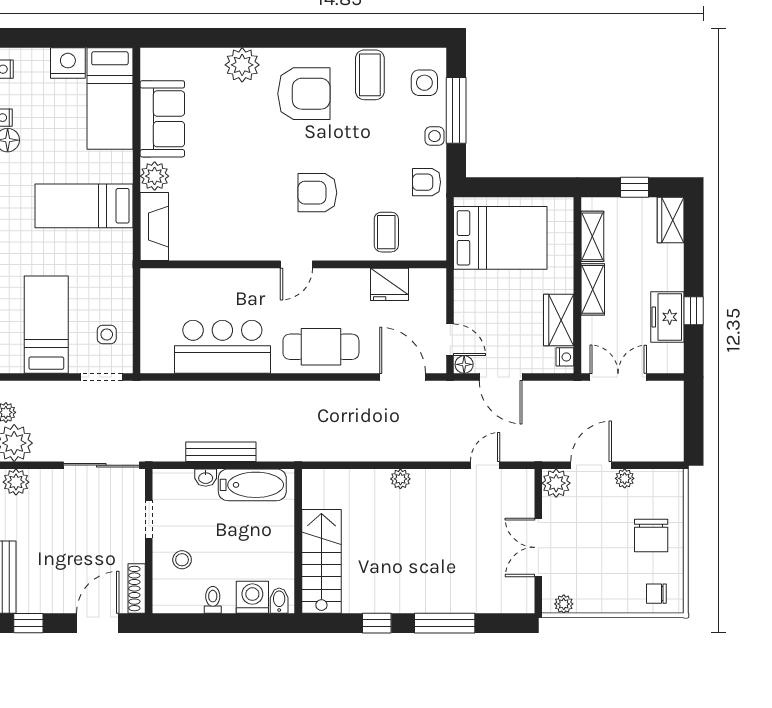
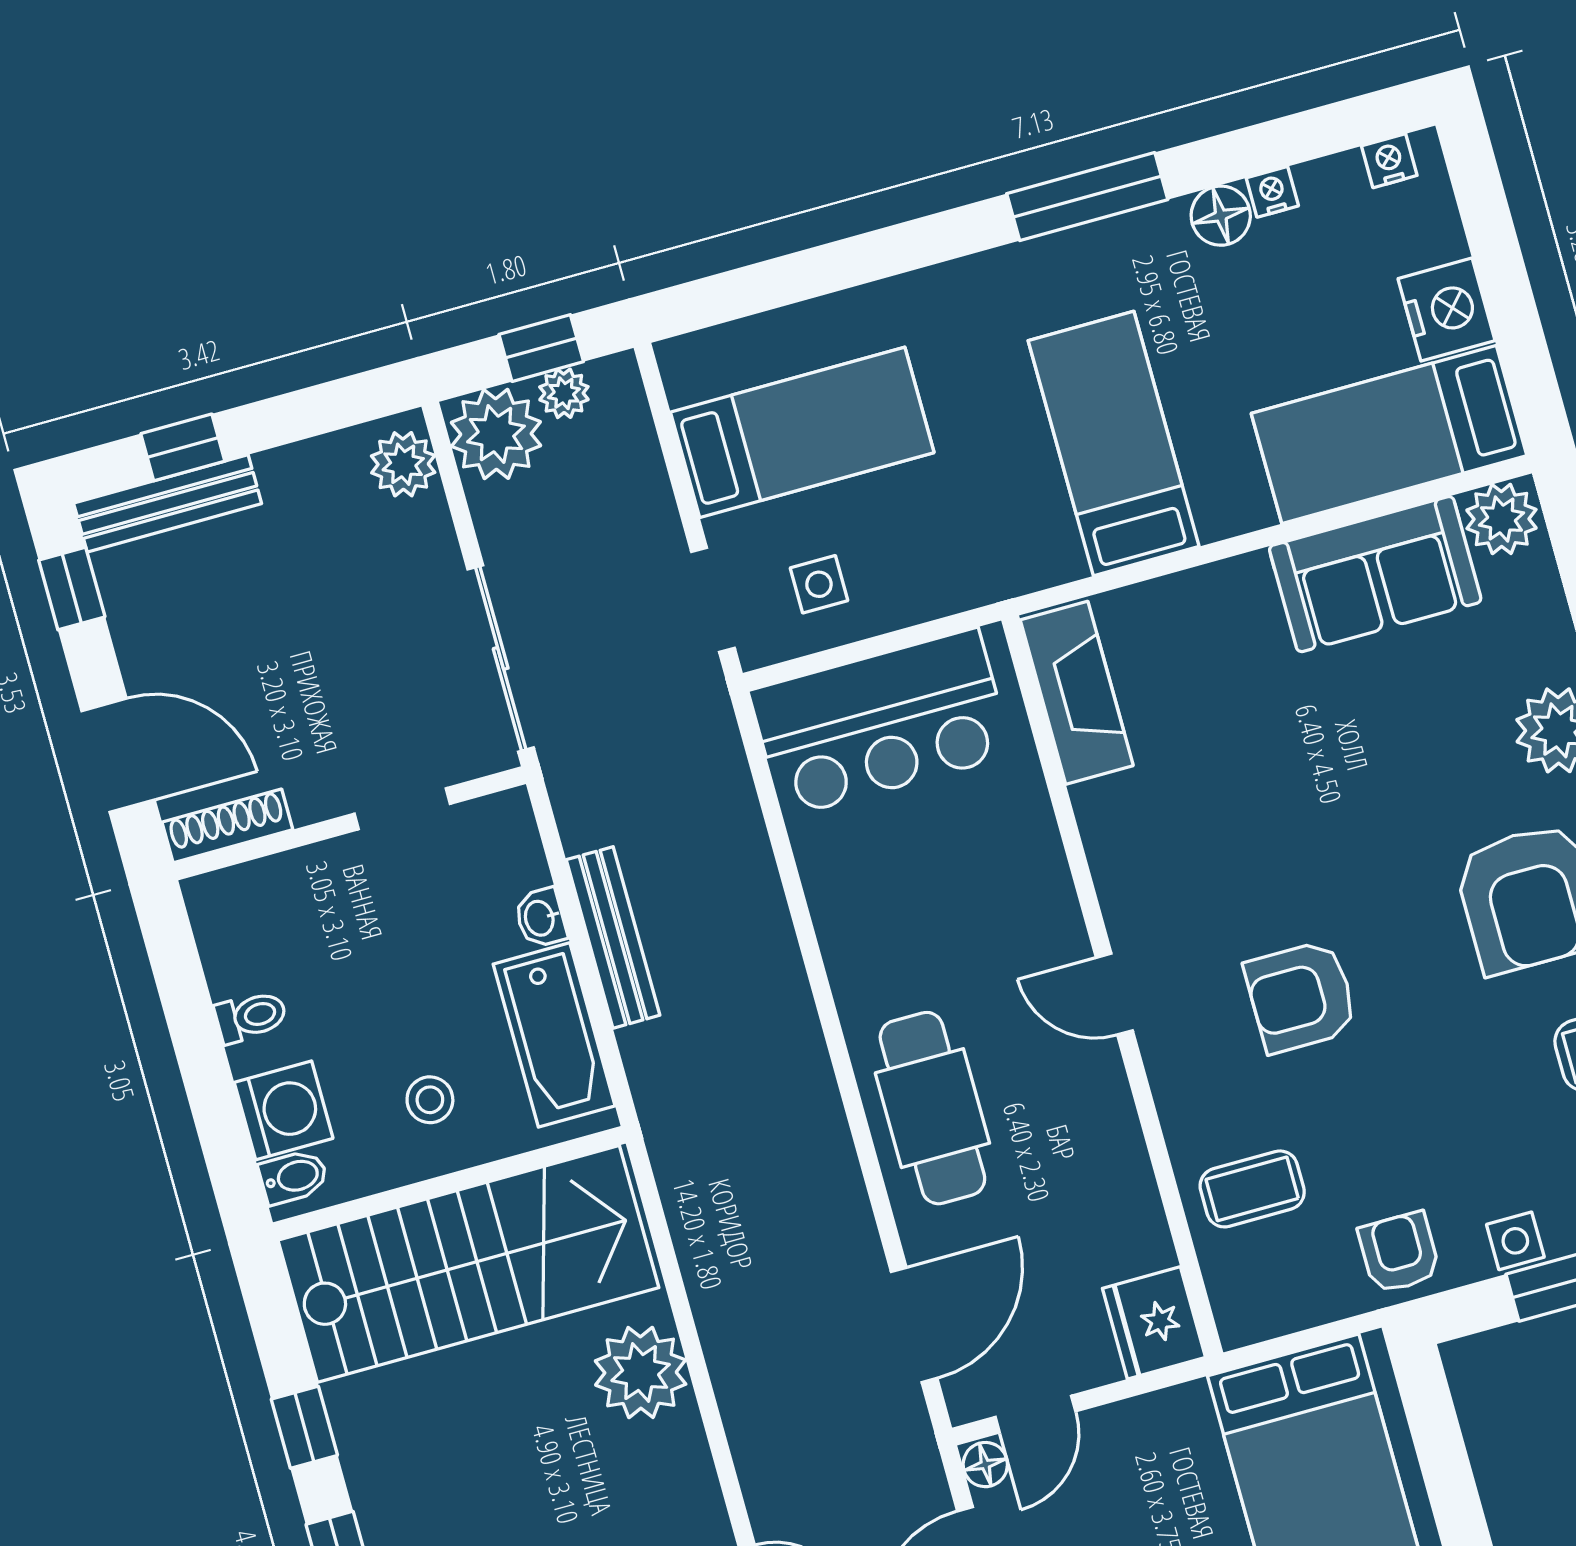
plant: (155, 176) -> (1501, 519), moved
armchair: (317, 193) -> (1301, 997), turned -90
fireplace: (154, 227) -> (1077, 693), moved, turned -90
fridge: (389, 284) -> (1154, 1323), moved
bar counter: (222, 347) -> (881, 723), moved, turned 90
plant: (400, 479) -> (641, 1373), width x1.88, depth x1.88
stool: (182, 560) -> (430, 1100), moved
stairs: (321, 561) -> (468, 1264), width x1.36, depth x1.51

